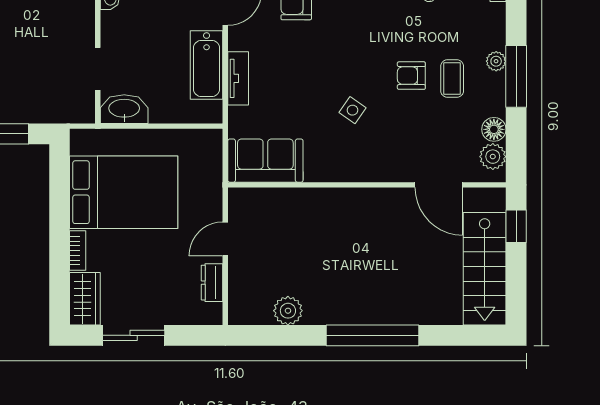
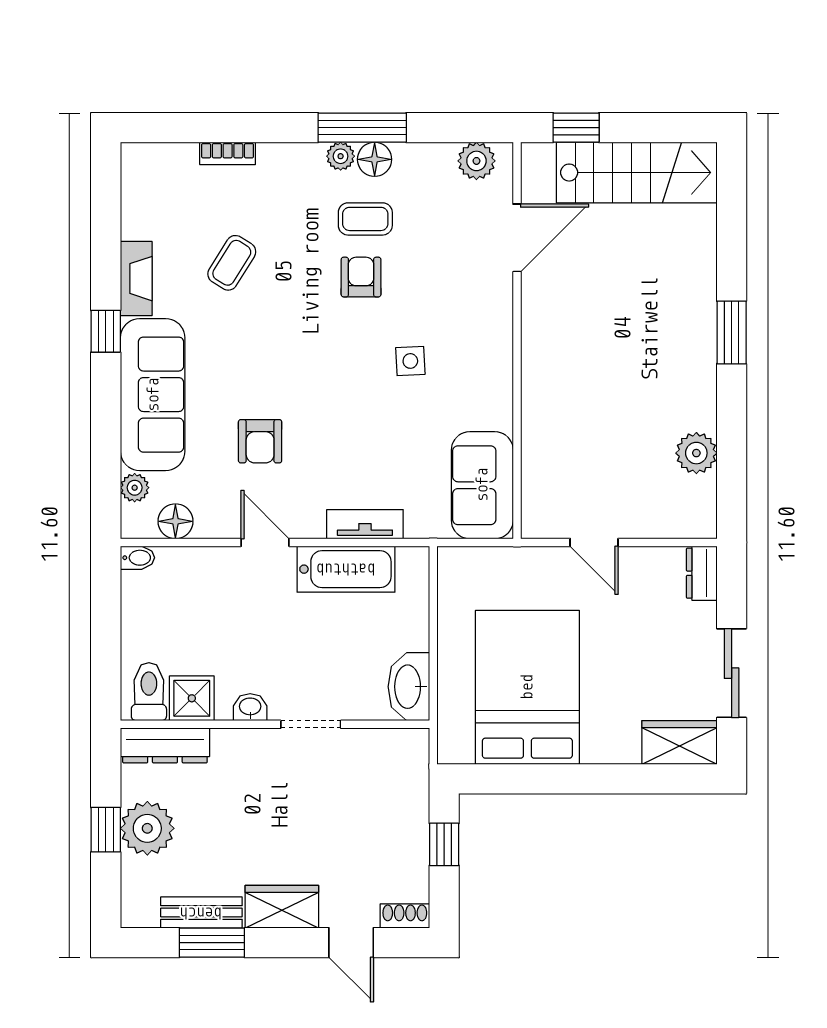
doorway: (98, 69) -> (311, 724), moved
armchair: (411, 76) -> (361, 277), turned 180
side table: (352, 110) -> (410, 361), turned -38
floor lamp: (494, 129) -> (375, 159), moved
bookcase: (78, 251) -> (611, 753), removed
dresser: (212, 283) -> (702, 573), moved, turned 90
window: (373, 335) -> (732, 332), width x0.47

